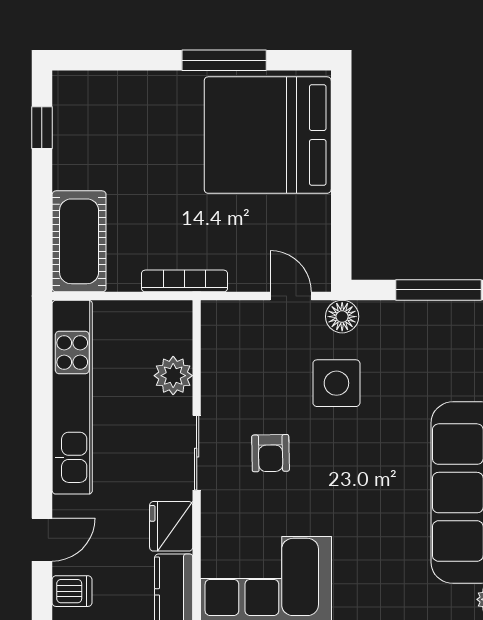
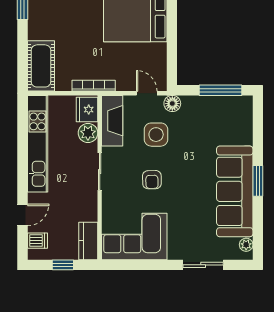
fireplace: (222, 351) -> (112, 121), added
side table: (336, 383) -> (156, 135), moved
armchair: (271, 453) -> (152, 180), moved
fridge: (171, 526) -> (87, 110), moved

